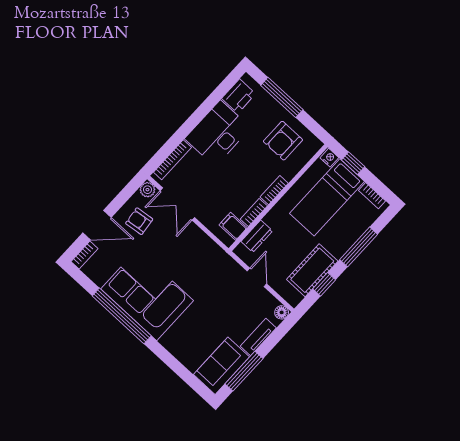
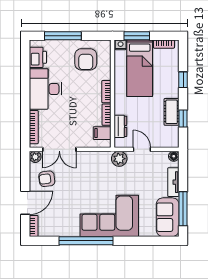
window: (353, 163) -> (137, 36), width x1.50
window: (359, 247) -> (183, 80), width x0.46
plant: (227, 266) -> (119, 159), added
cot: (312, 270) -> (172, 112), width x0.73, depth x0.75
corner sofa: (147, 295) -> (109, 216), moved

